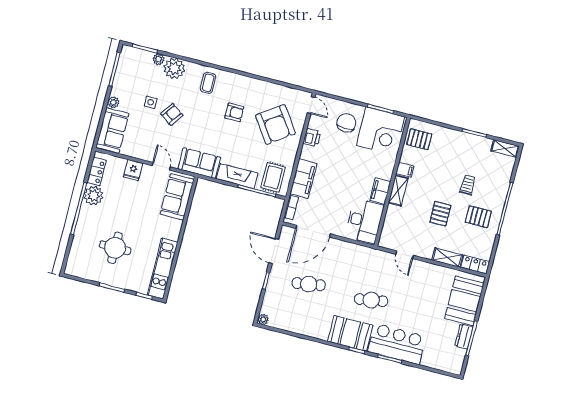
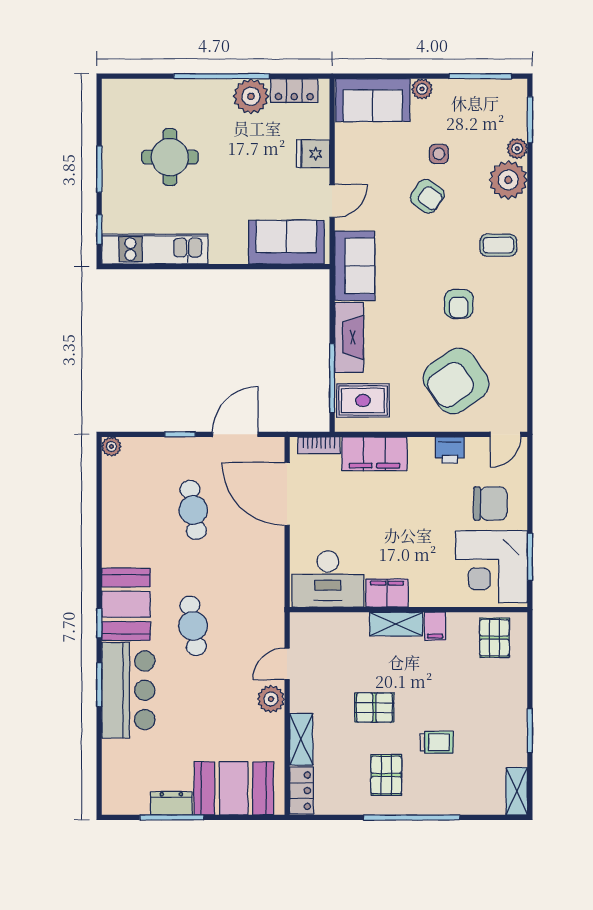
plant: (421, 268) -> (271, 699), added

